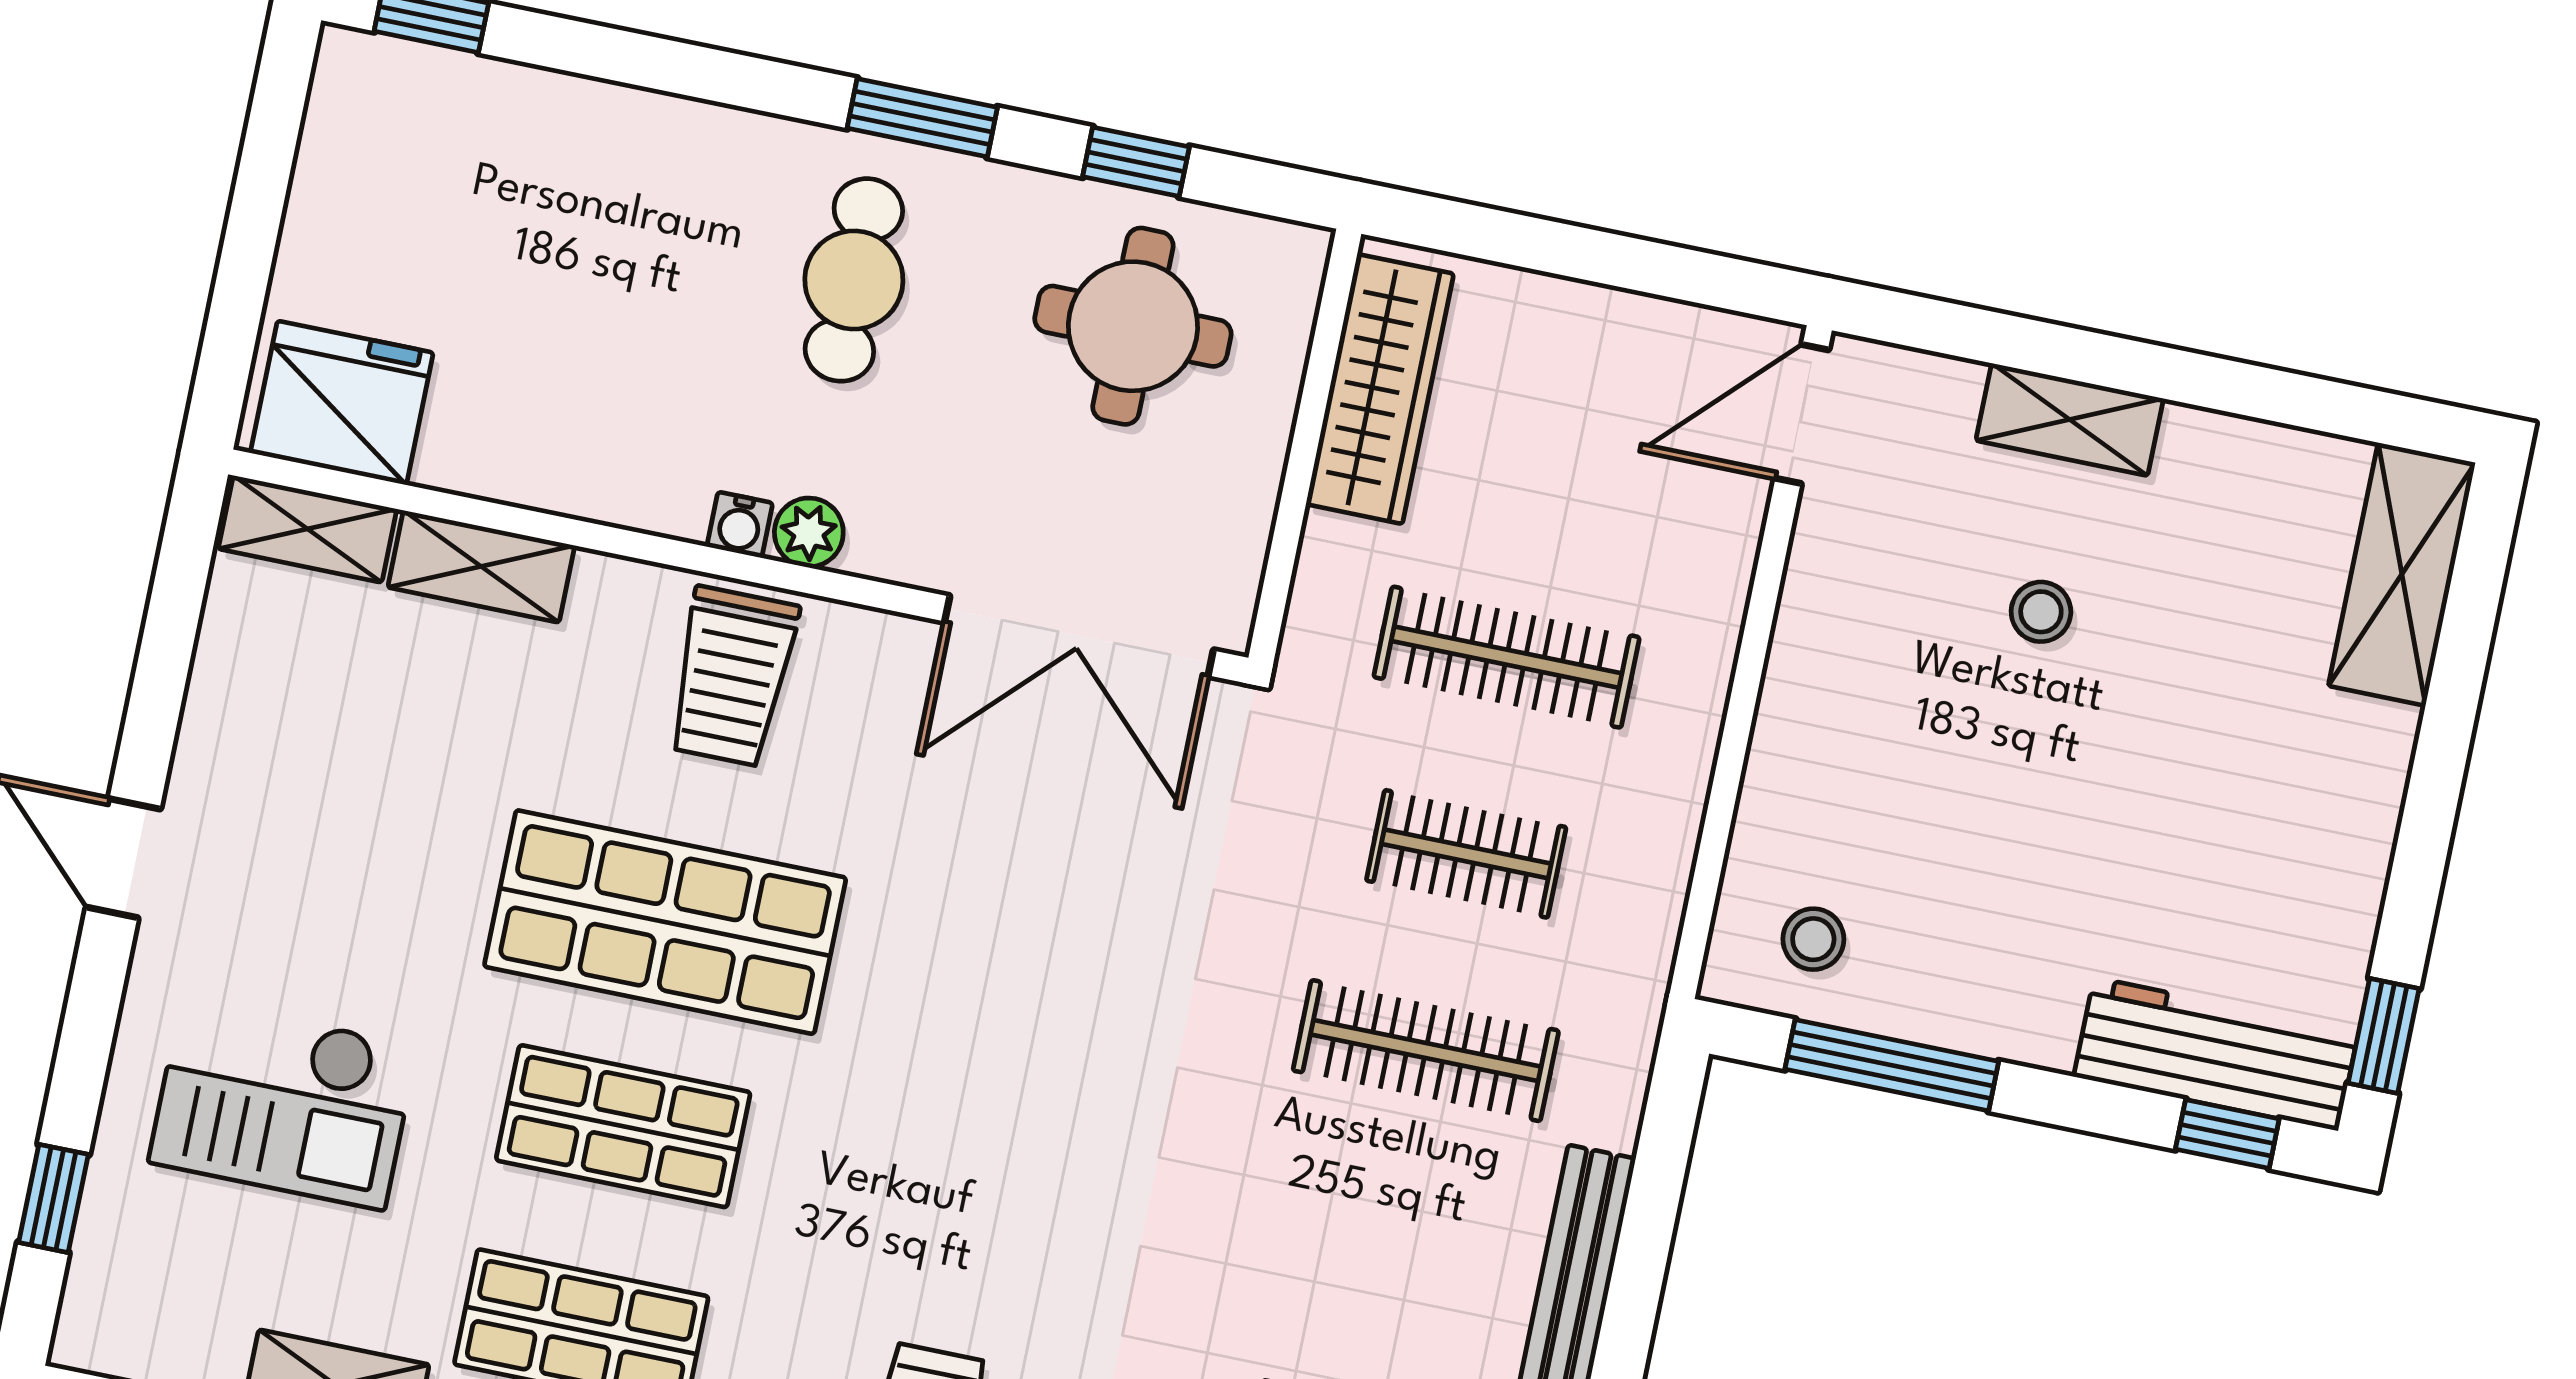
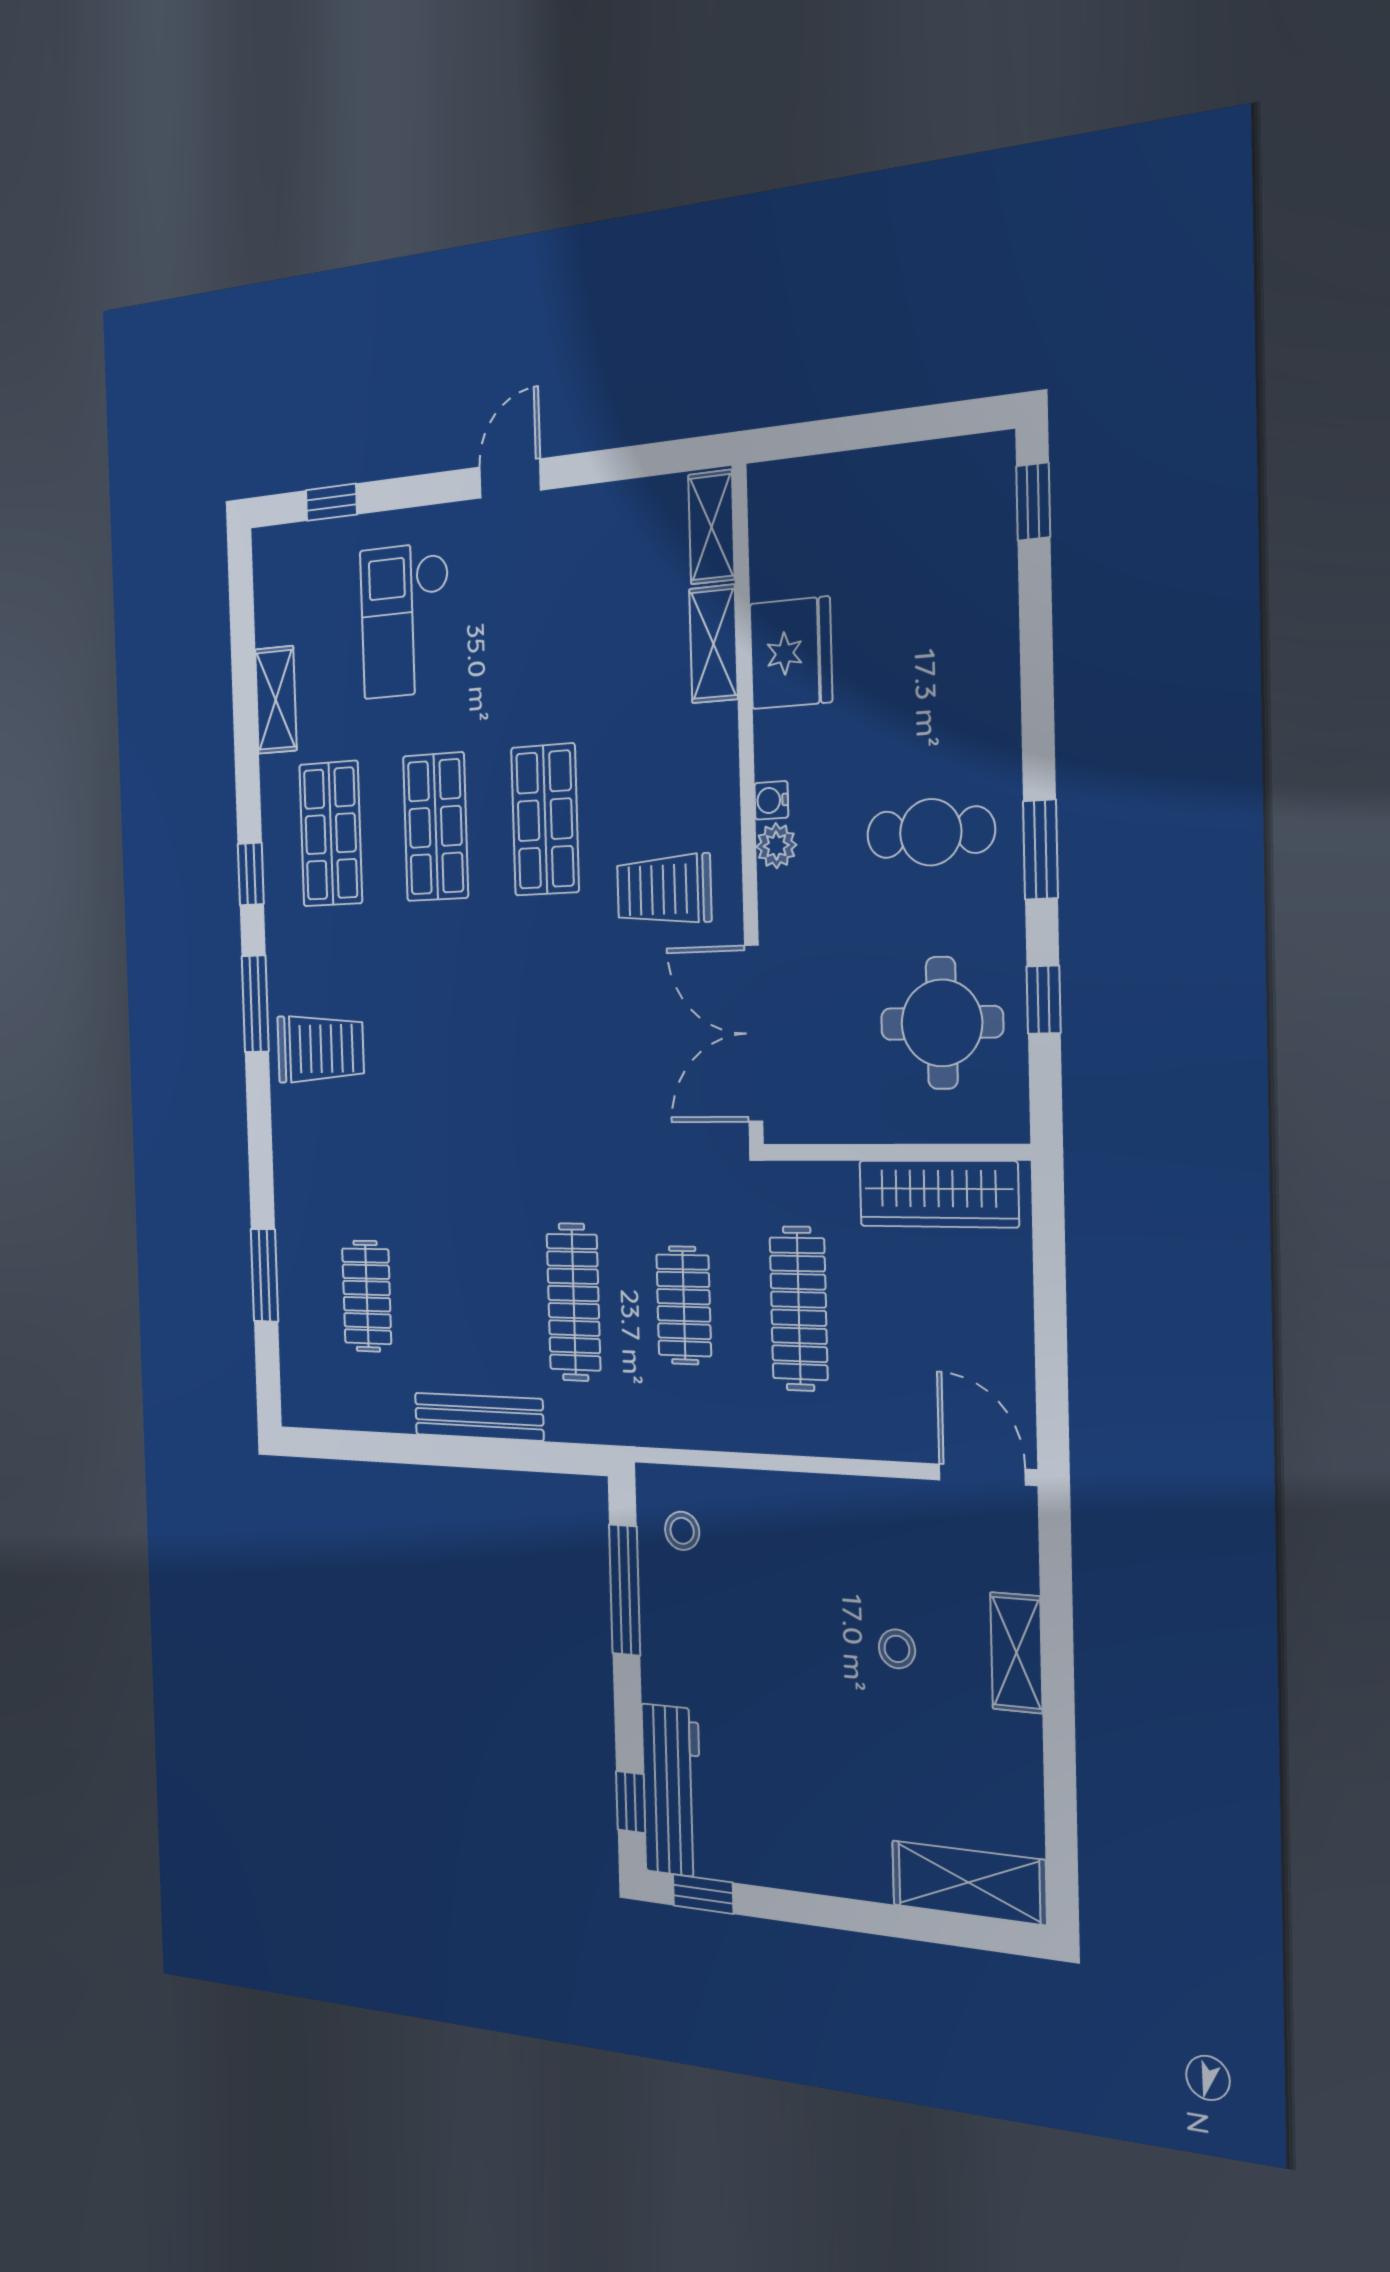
fridge: (342, 403) -> (791, 653), moved
trolley: (732, 677) -> (664, 890), moved
shop shelf: (665, 922) -> (545, 820), width x0.70, depth x0.74

